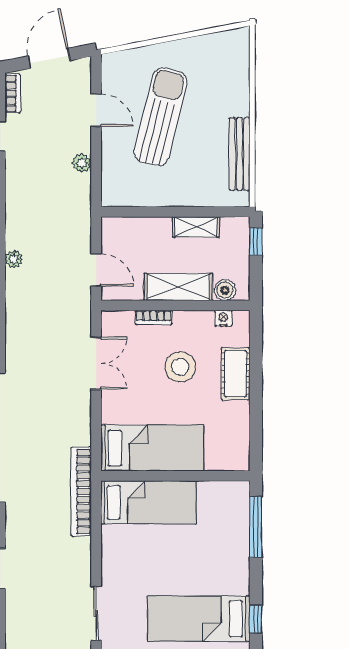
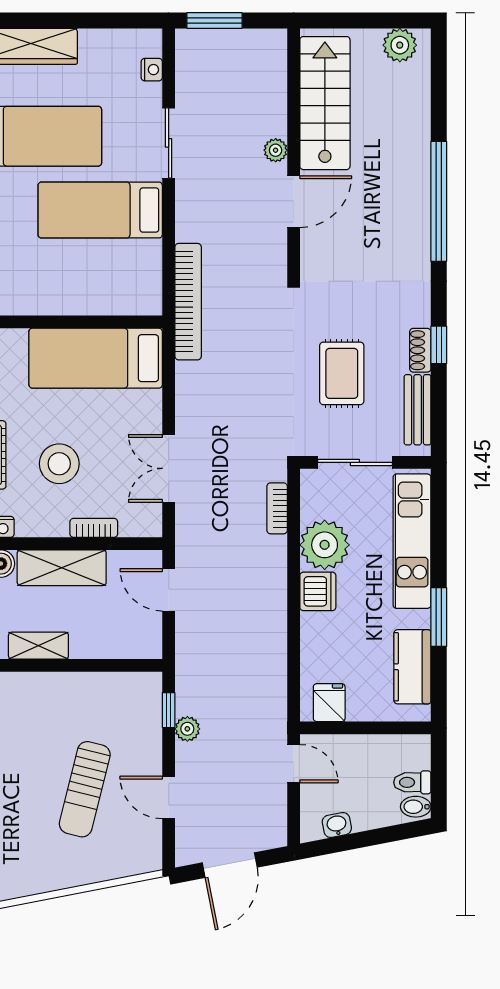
bookcase: (13, 93) -> (277, 508), moved
sun lounger: (161, 117) -> (85, 789), width x0.73, depth x0.75
window: (96, 177) -> (169, 710), added
plant: (14, 259) -> (276, 150), moved
bed: (149, 502) -> (100, 210), moved

